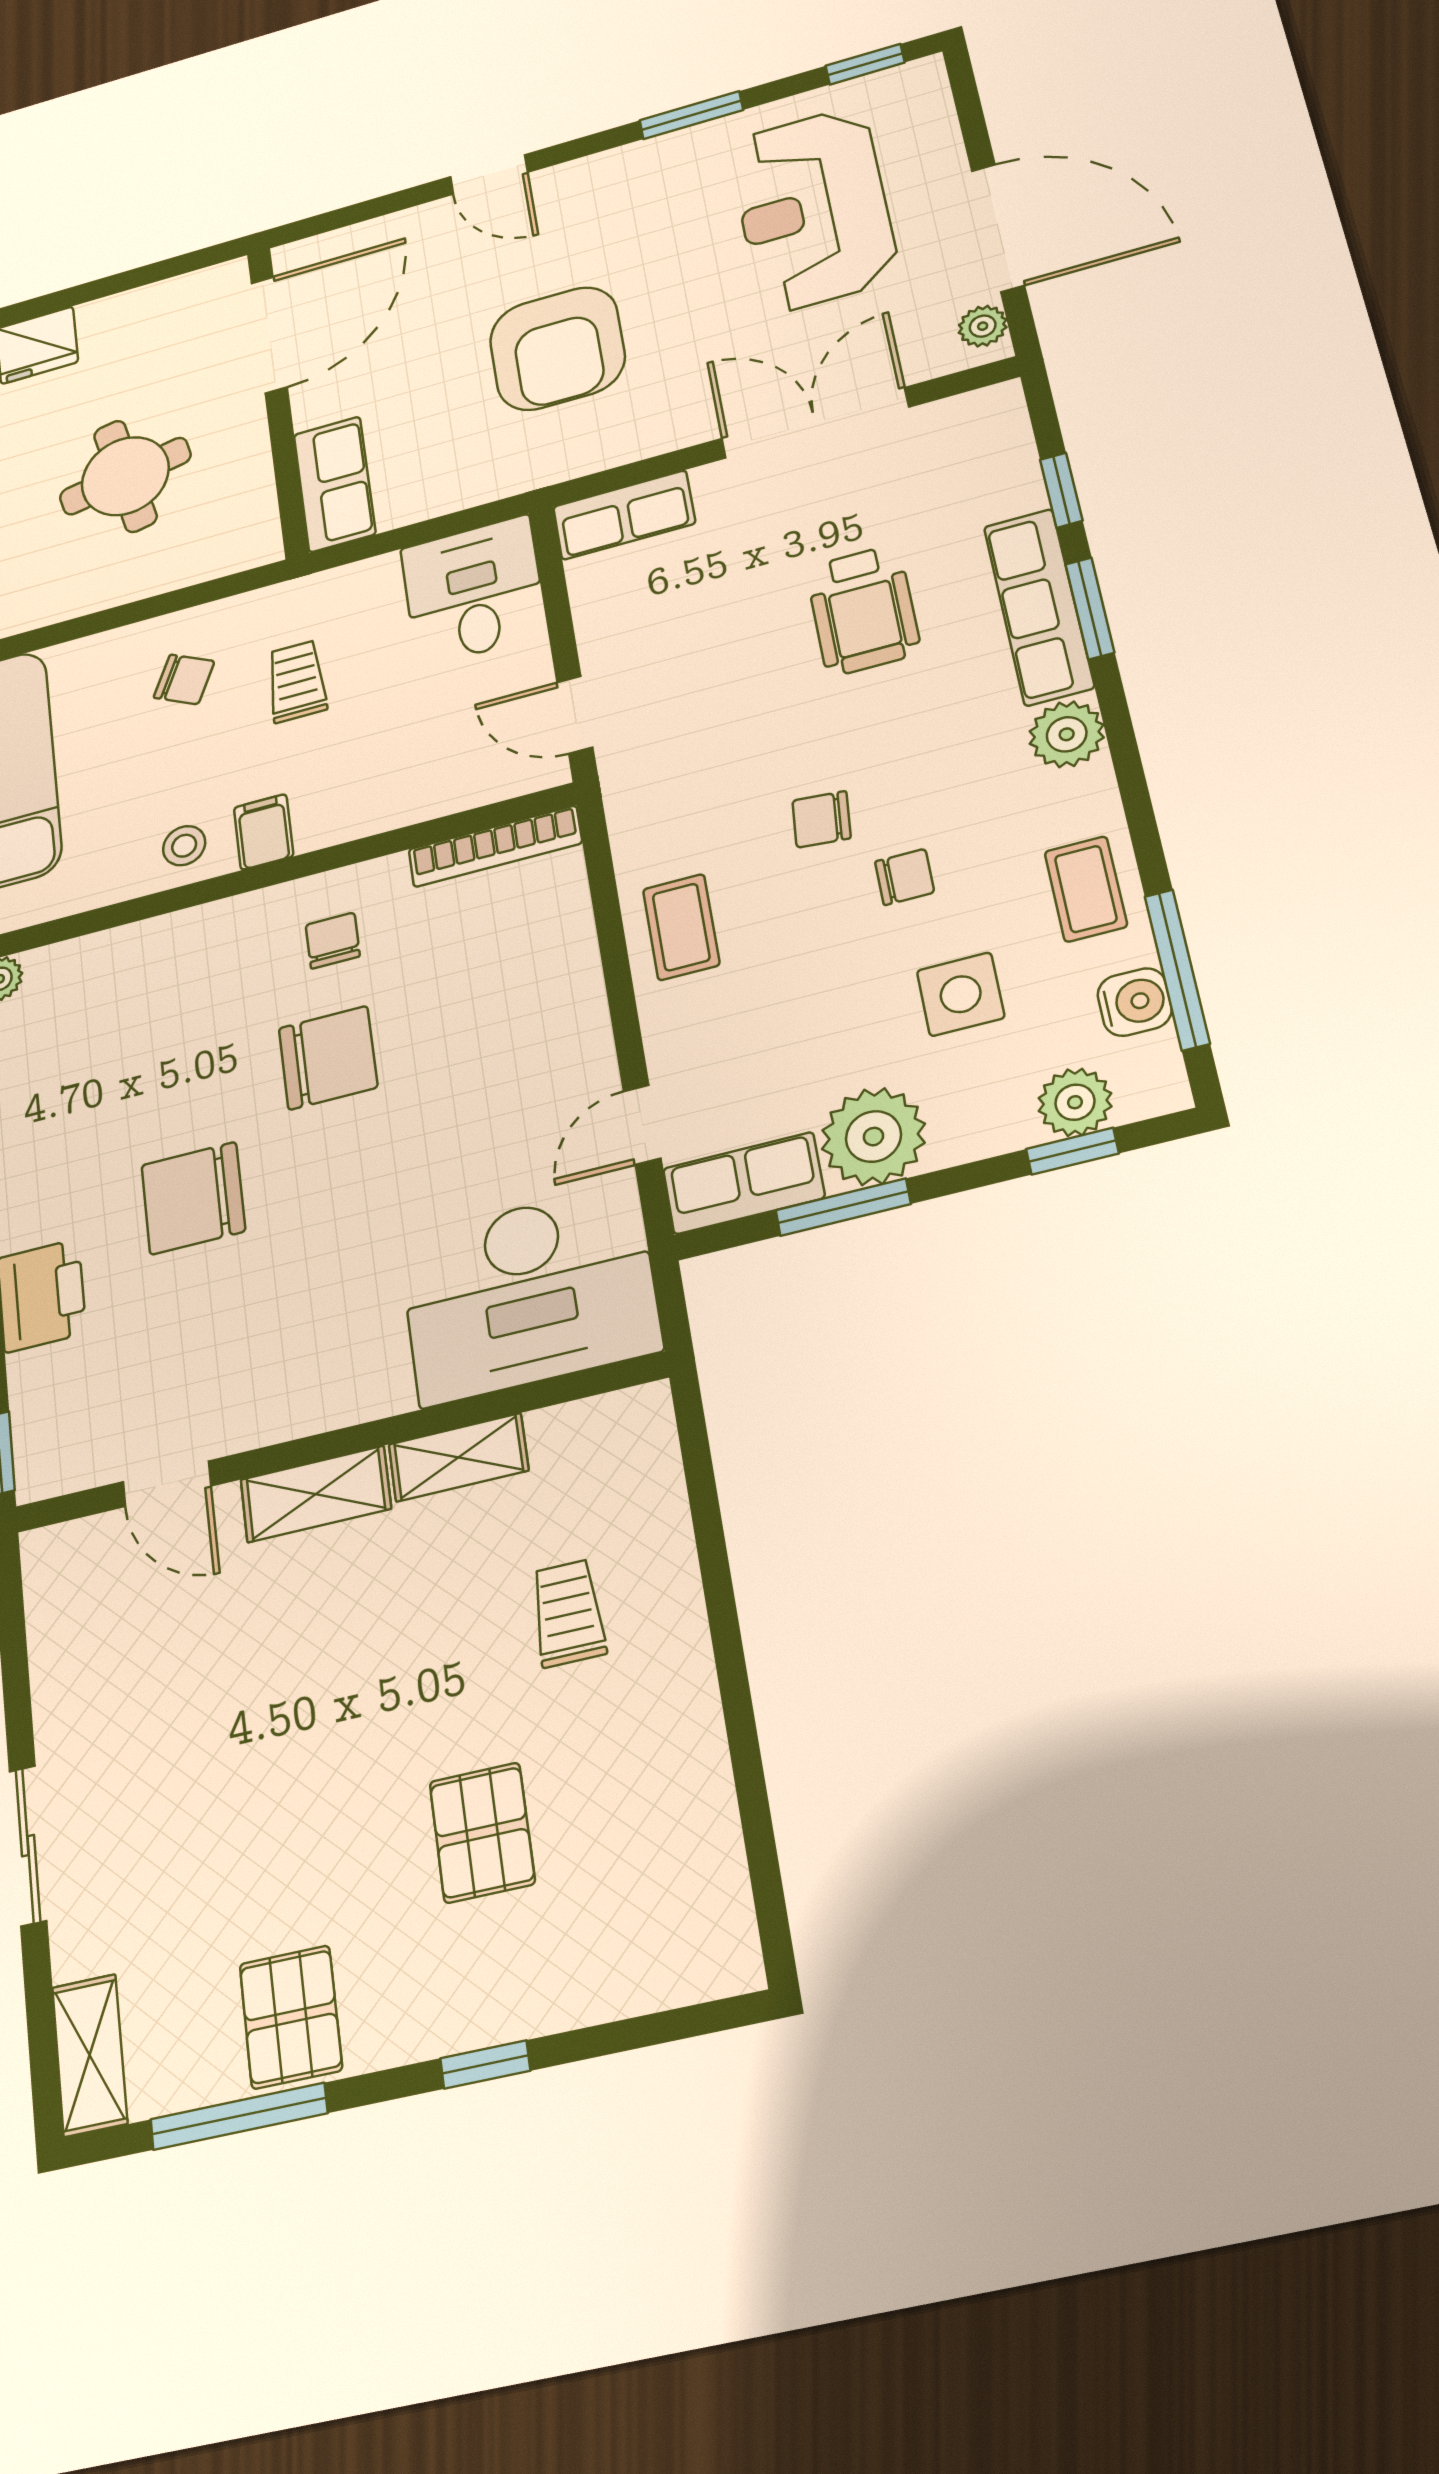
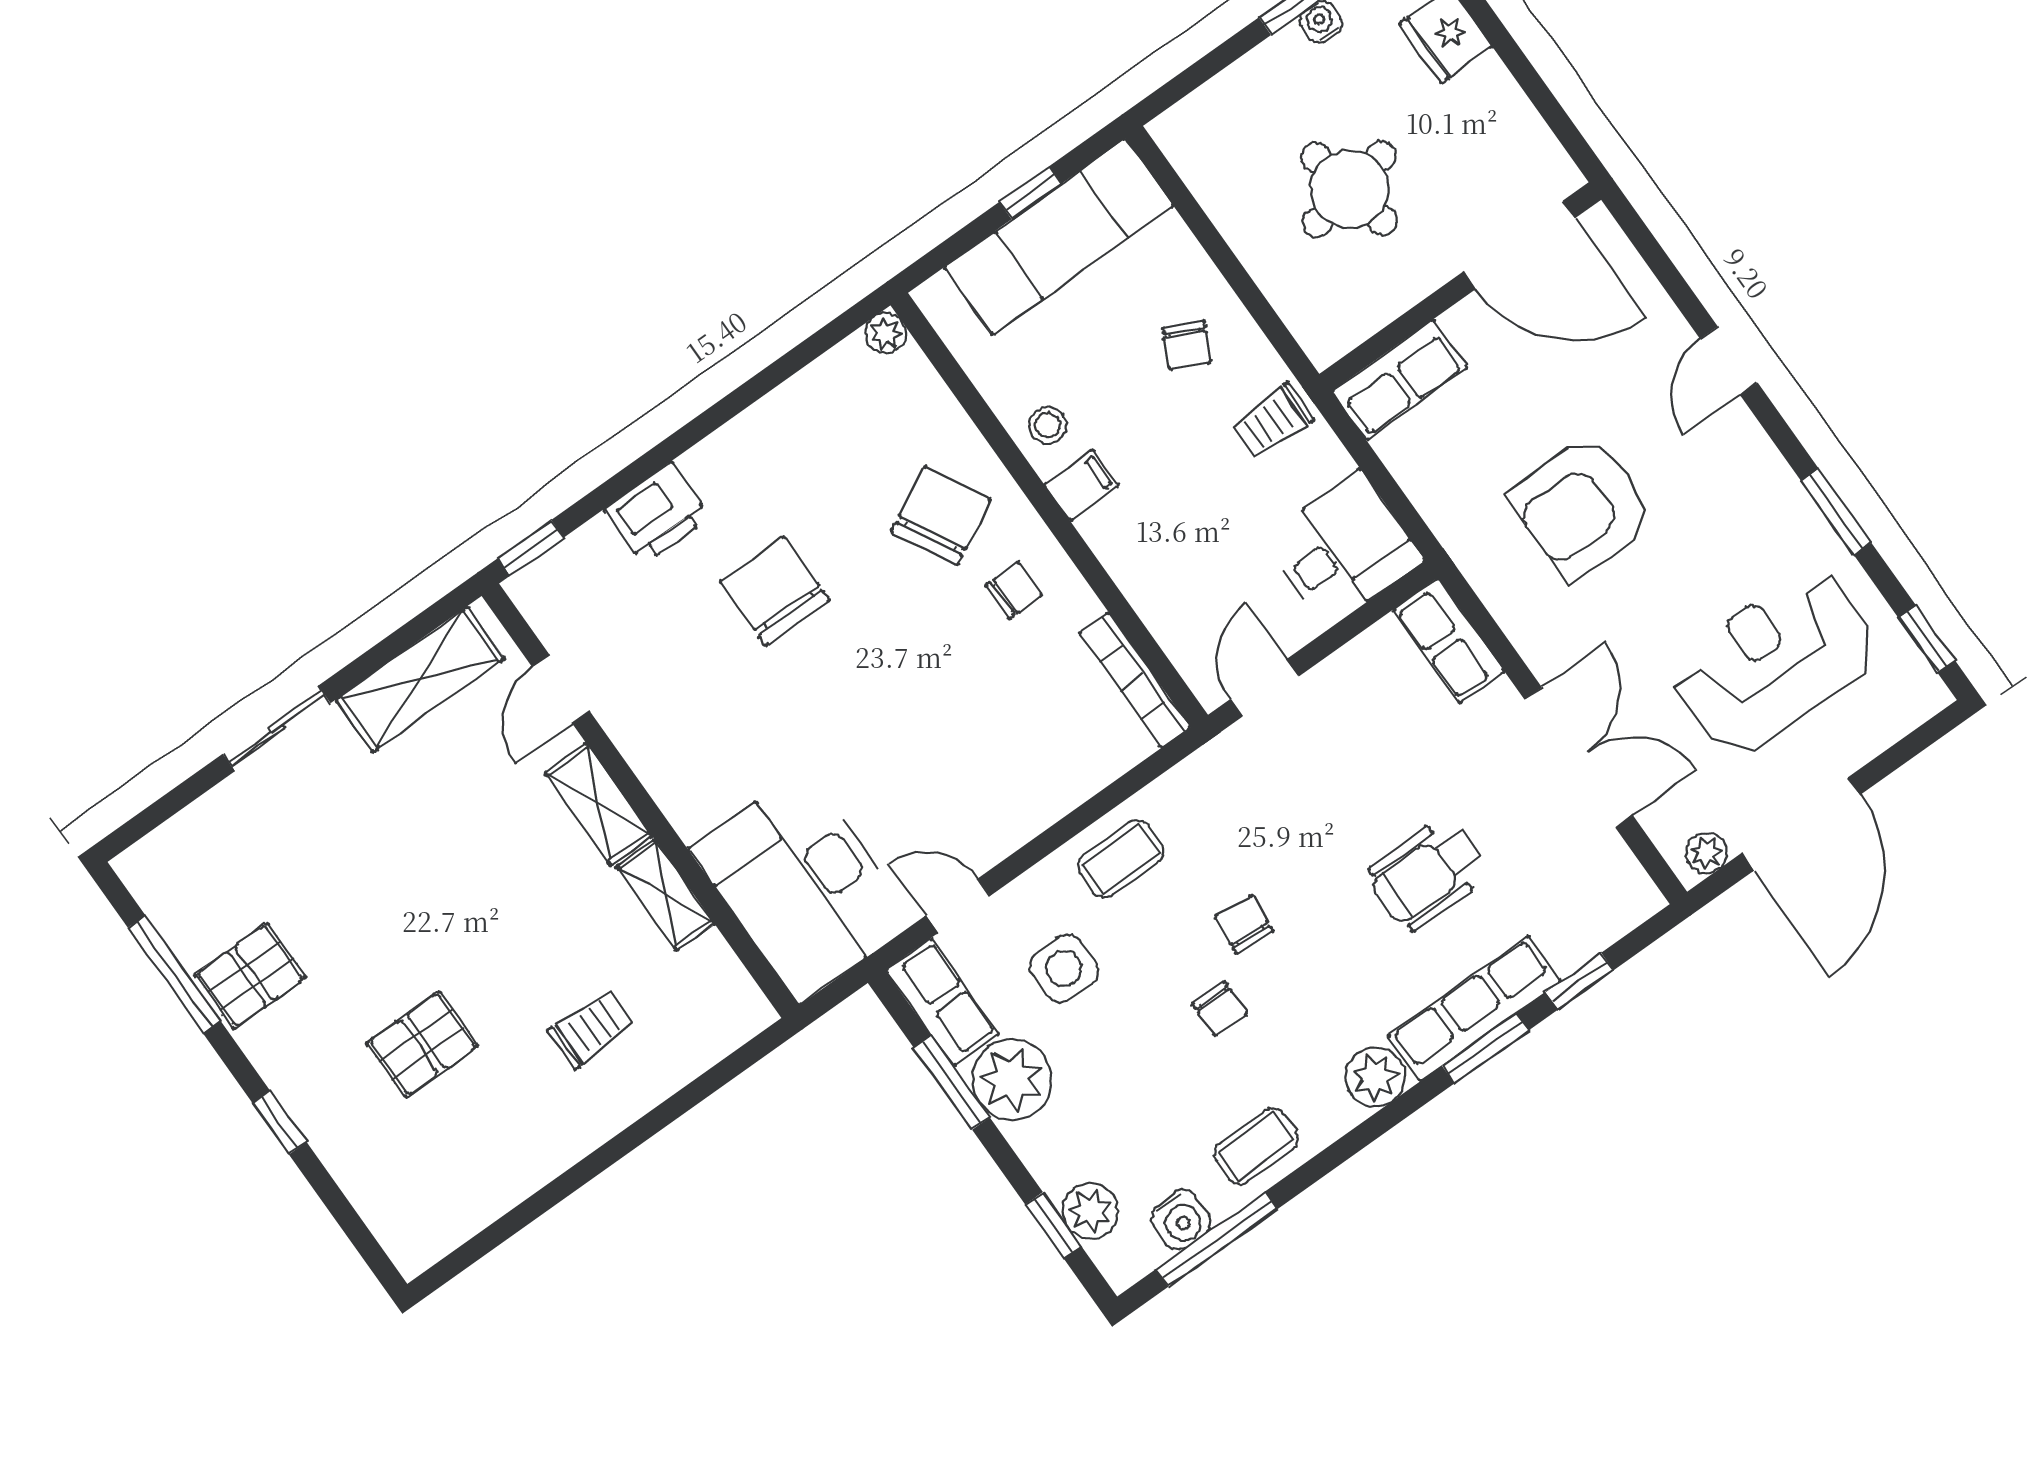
trolley: (297, 681) -> (1273, 421), moved, turned 180
side table: (961, 994) -> (1064, 968), moved
chair: (328, 1058) -> (941, 516), moved, turned -118
shelving: (90, 2055) -> (420, 679), moved, width x1.50, depth x1.33

